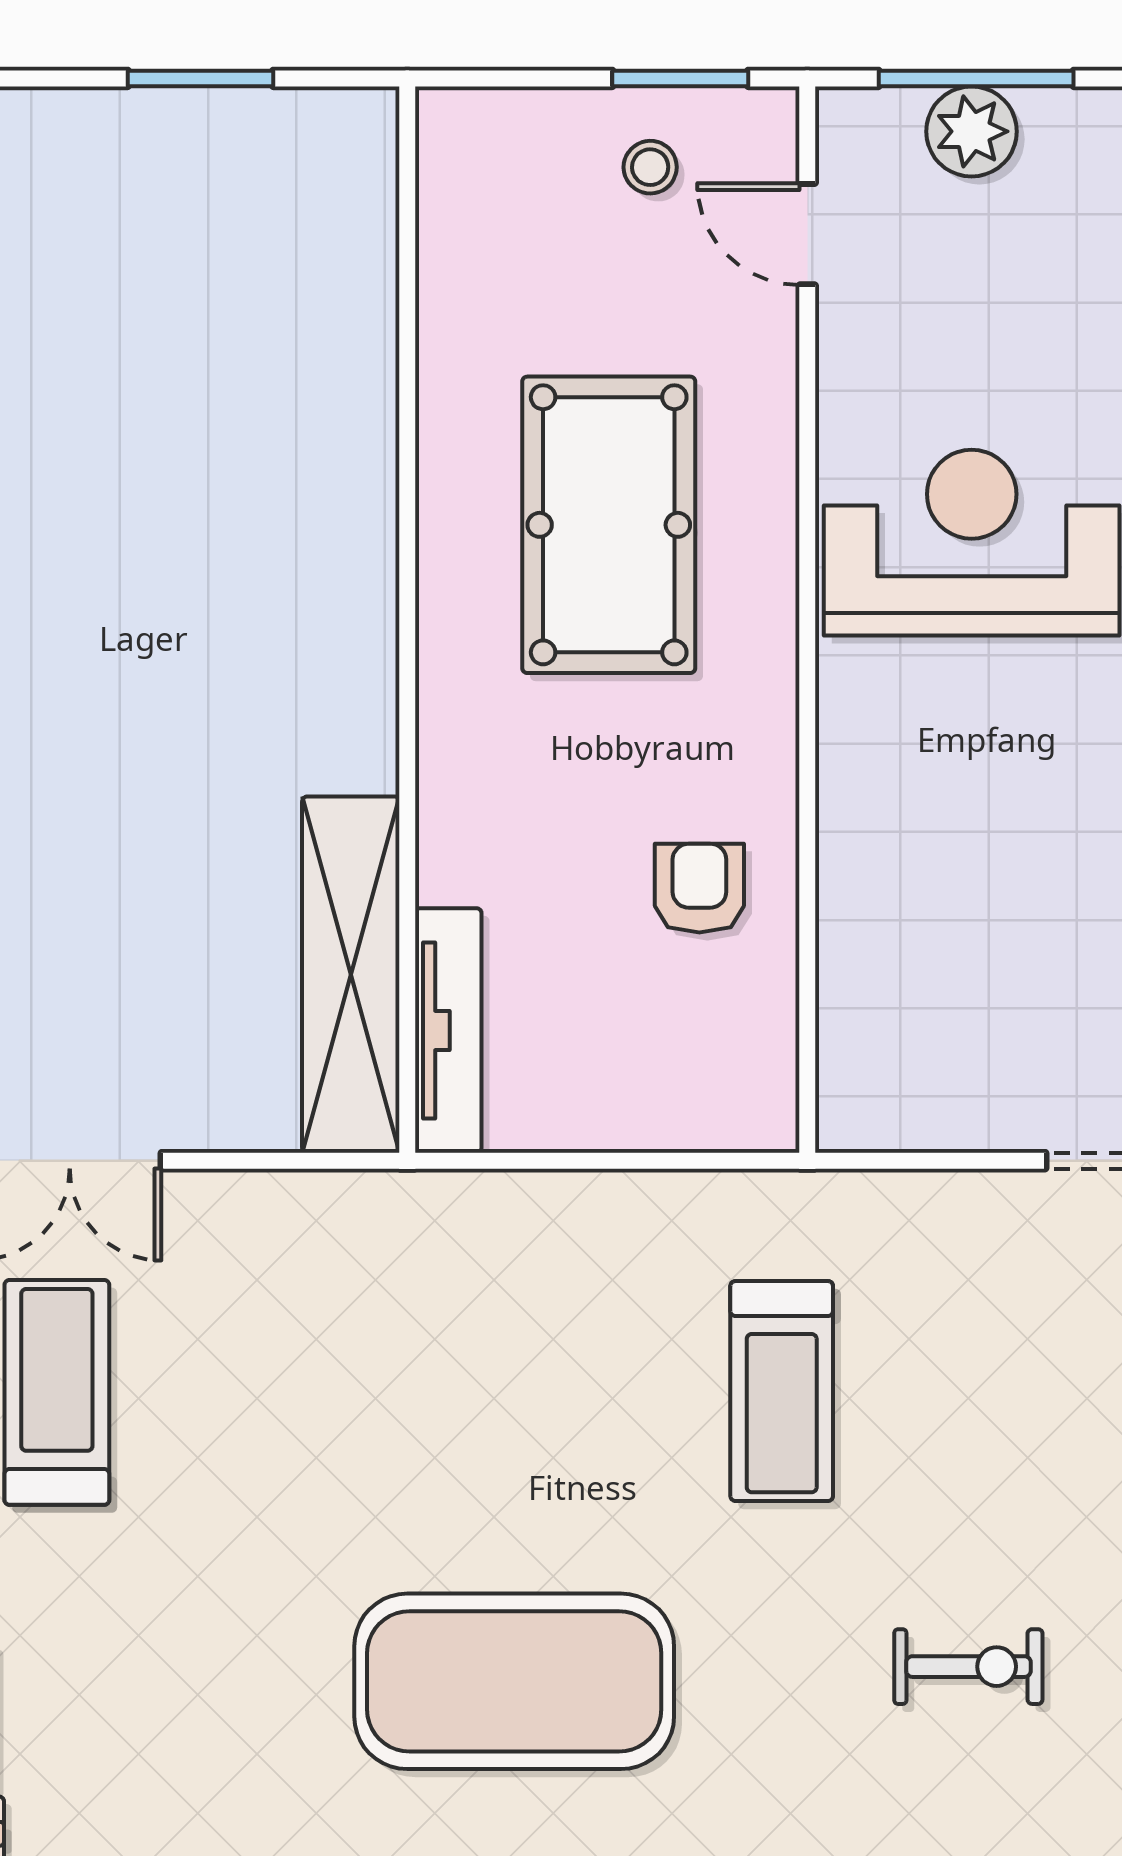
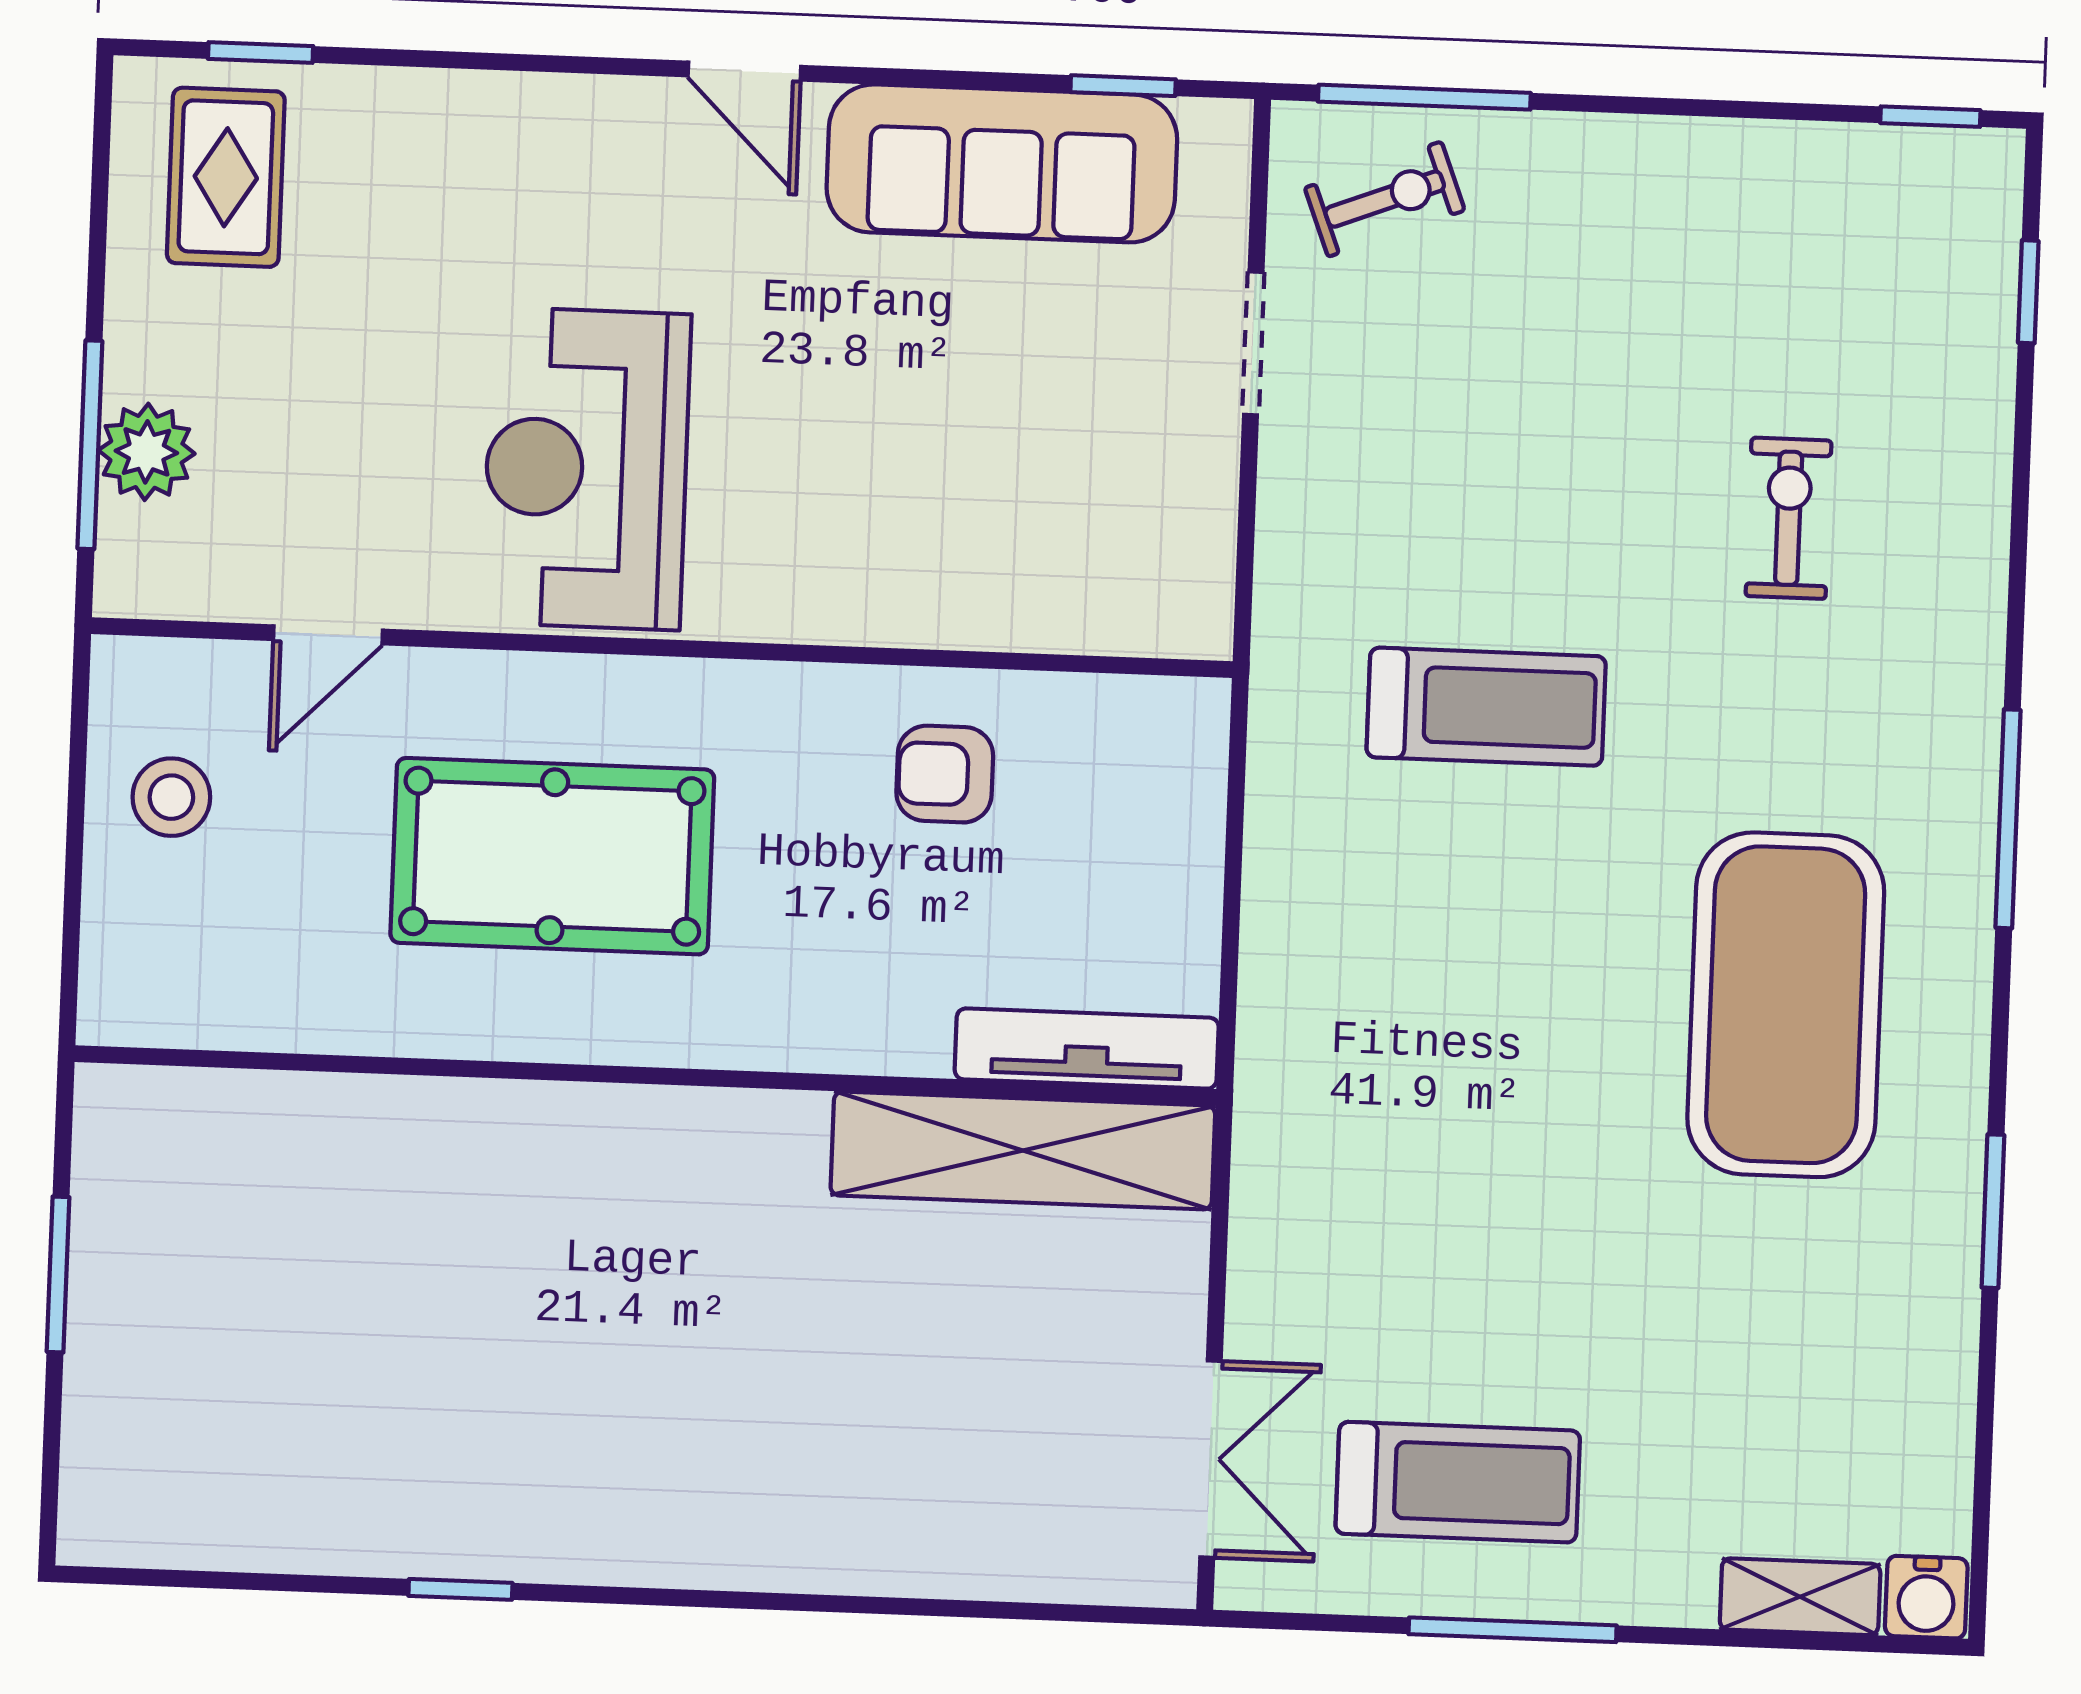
window: (680, 78) -> (78, 761), removed
stool: (650, 167) -> (171, 797), width x1.37, depth x1.37
door: (807, 234) -> (328, 635), moved
treadmill: (57, 1392) -> (1458, 1482), turned 180

